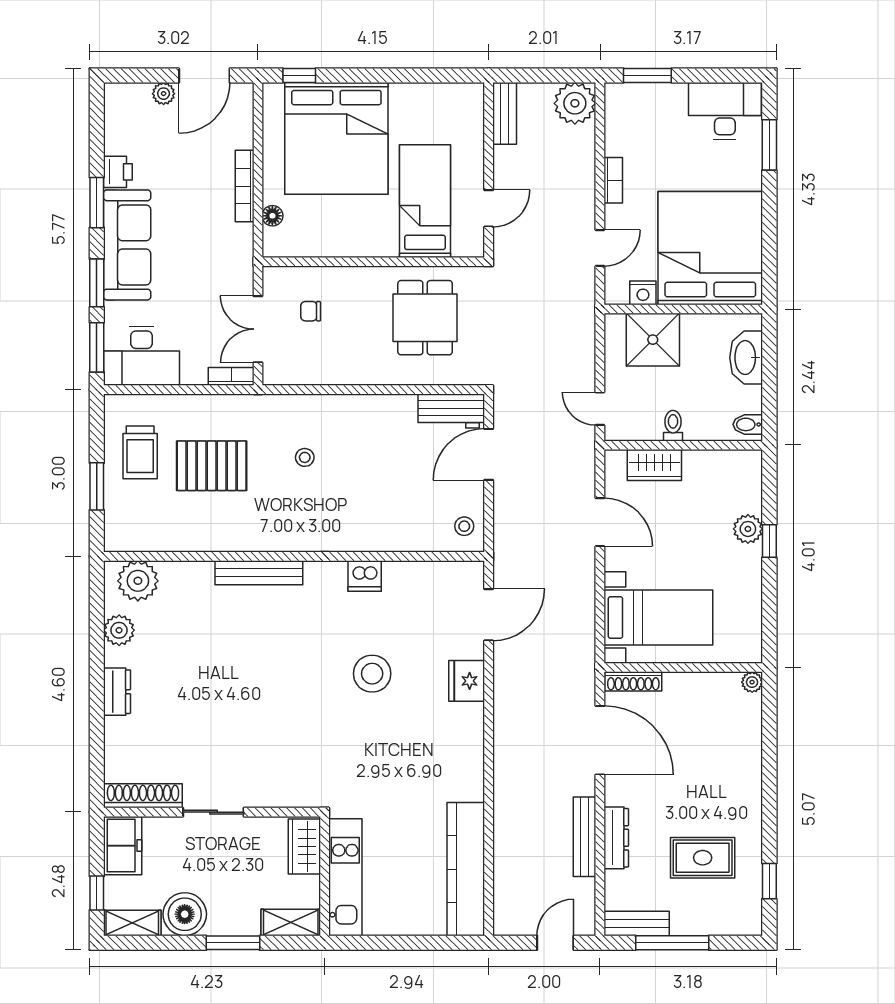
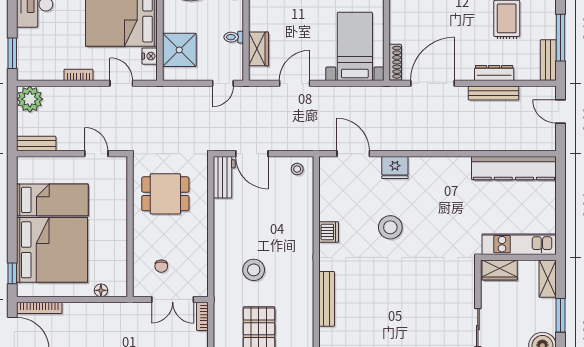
bookcase: (245, 186) -> (39, 308), moved
bed: (425, 201) -> (52, 200), moved, turned 180
stool: (305, 457) -> (254, 270), width x1.89, depth x1.89

